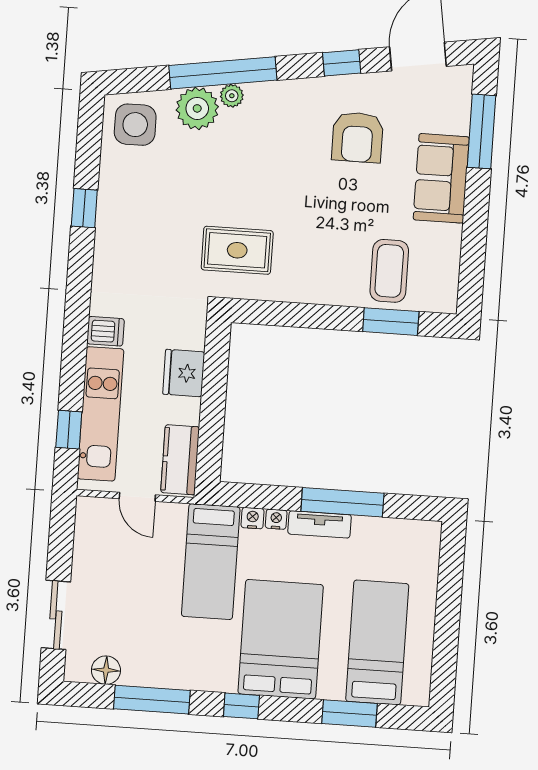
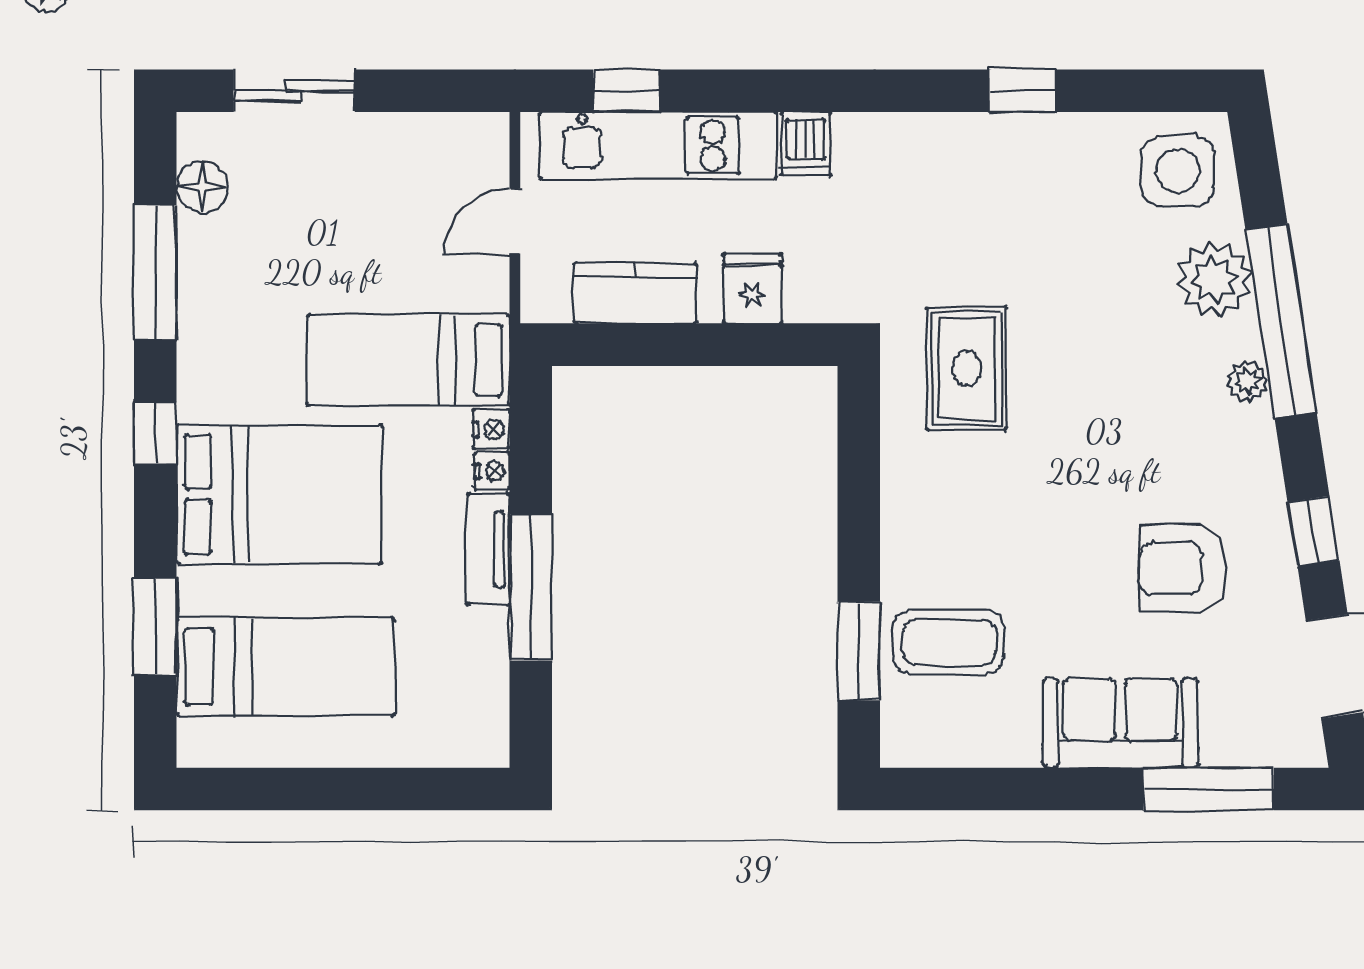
plant: (232, 96) -> (1248, 381), moved
fridge: (184, 373) -> (752, 289), width x0.72
kitchen counter: (180, 460) -> (635, 293), moved

